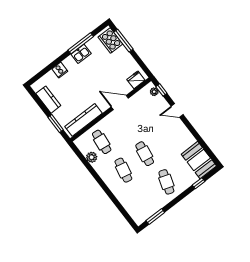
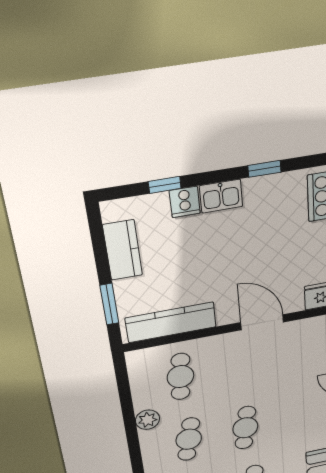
window: (81, 43) -> (265, 169), width x0.46
kitchen sink: (81, 54) -> (221, 196), moved
window: (49, 68) -> (165, 185), added
plant: (92, 157) -> (148, 420), moved

